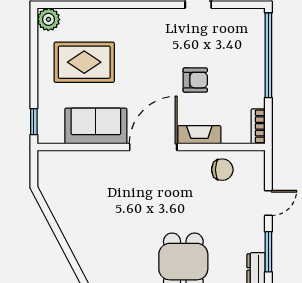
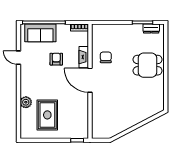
plant: (48, 19) -> (26, 102), moved
sofa: (96, 126) -> (40, 33), moved, turned -90
chair: (222, 170) -> (106, 57), moved
door: (268, 203) -> (118, 22), removed

